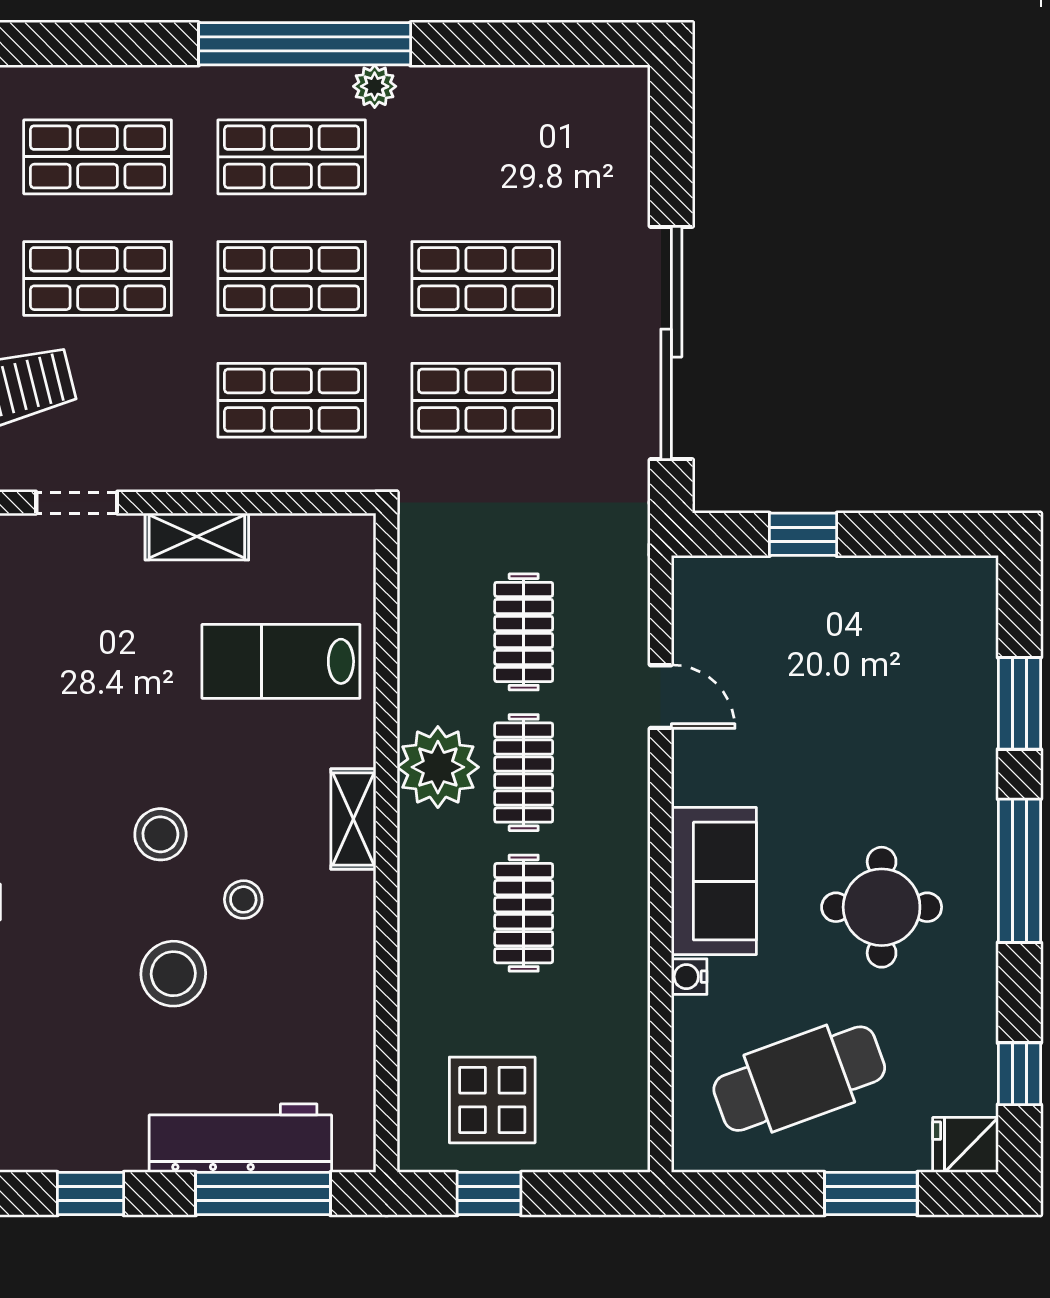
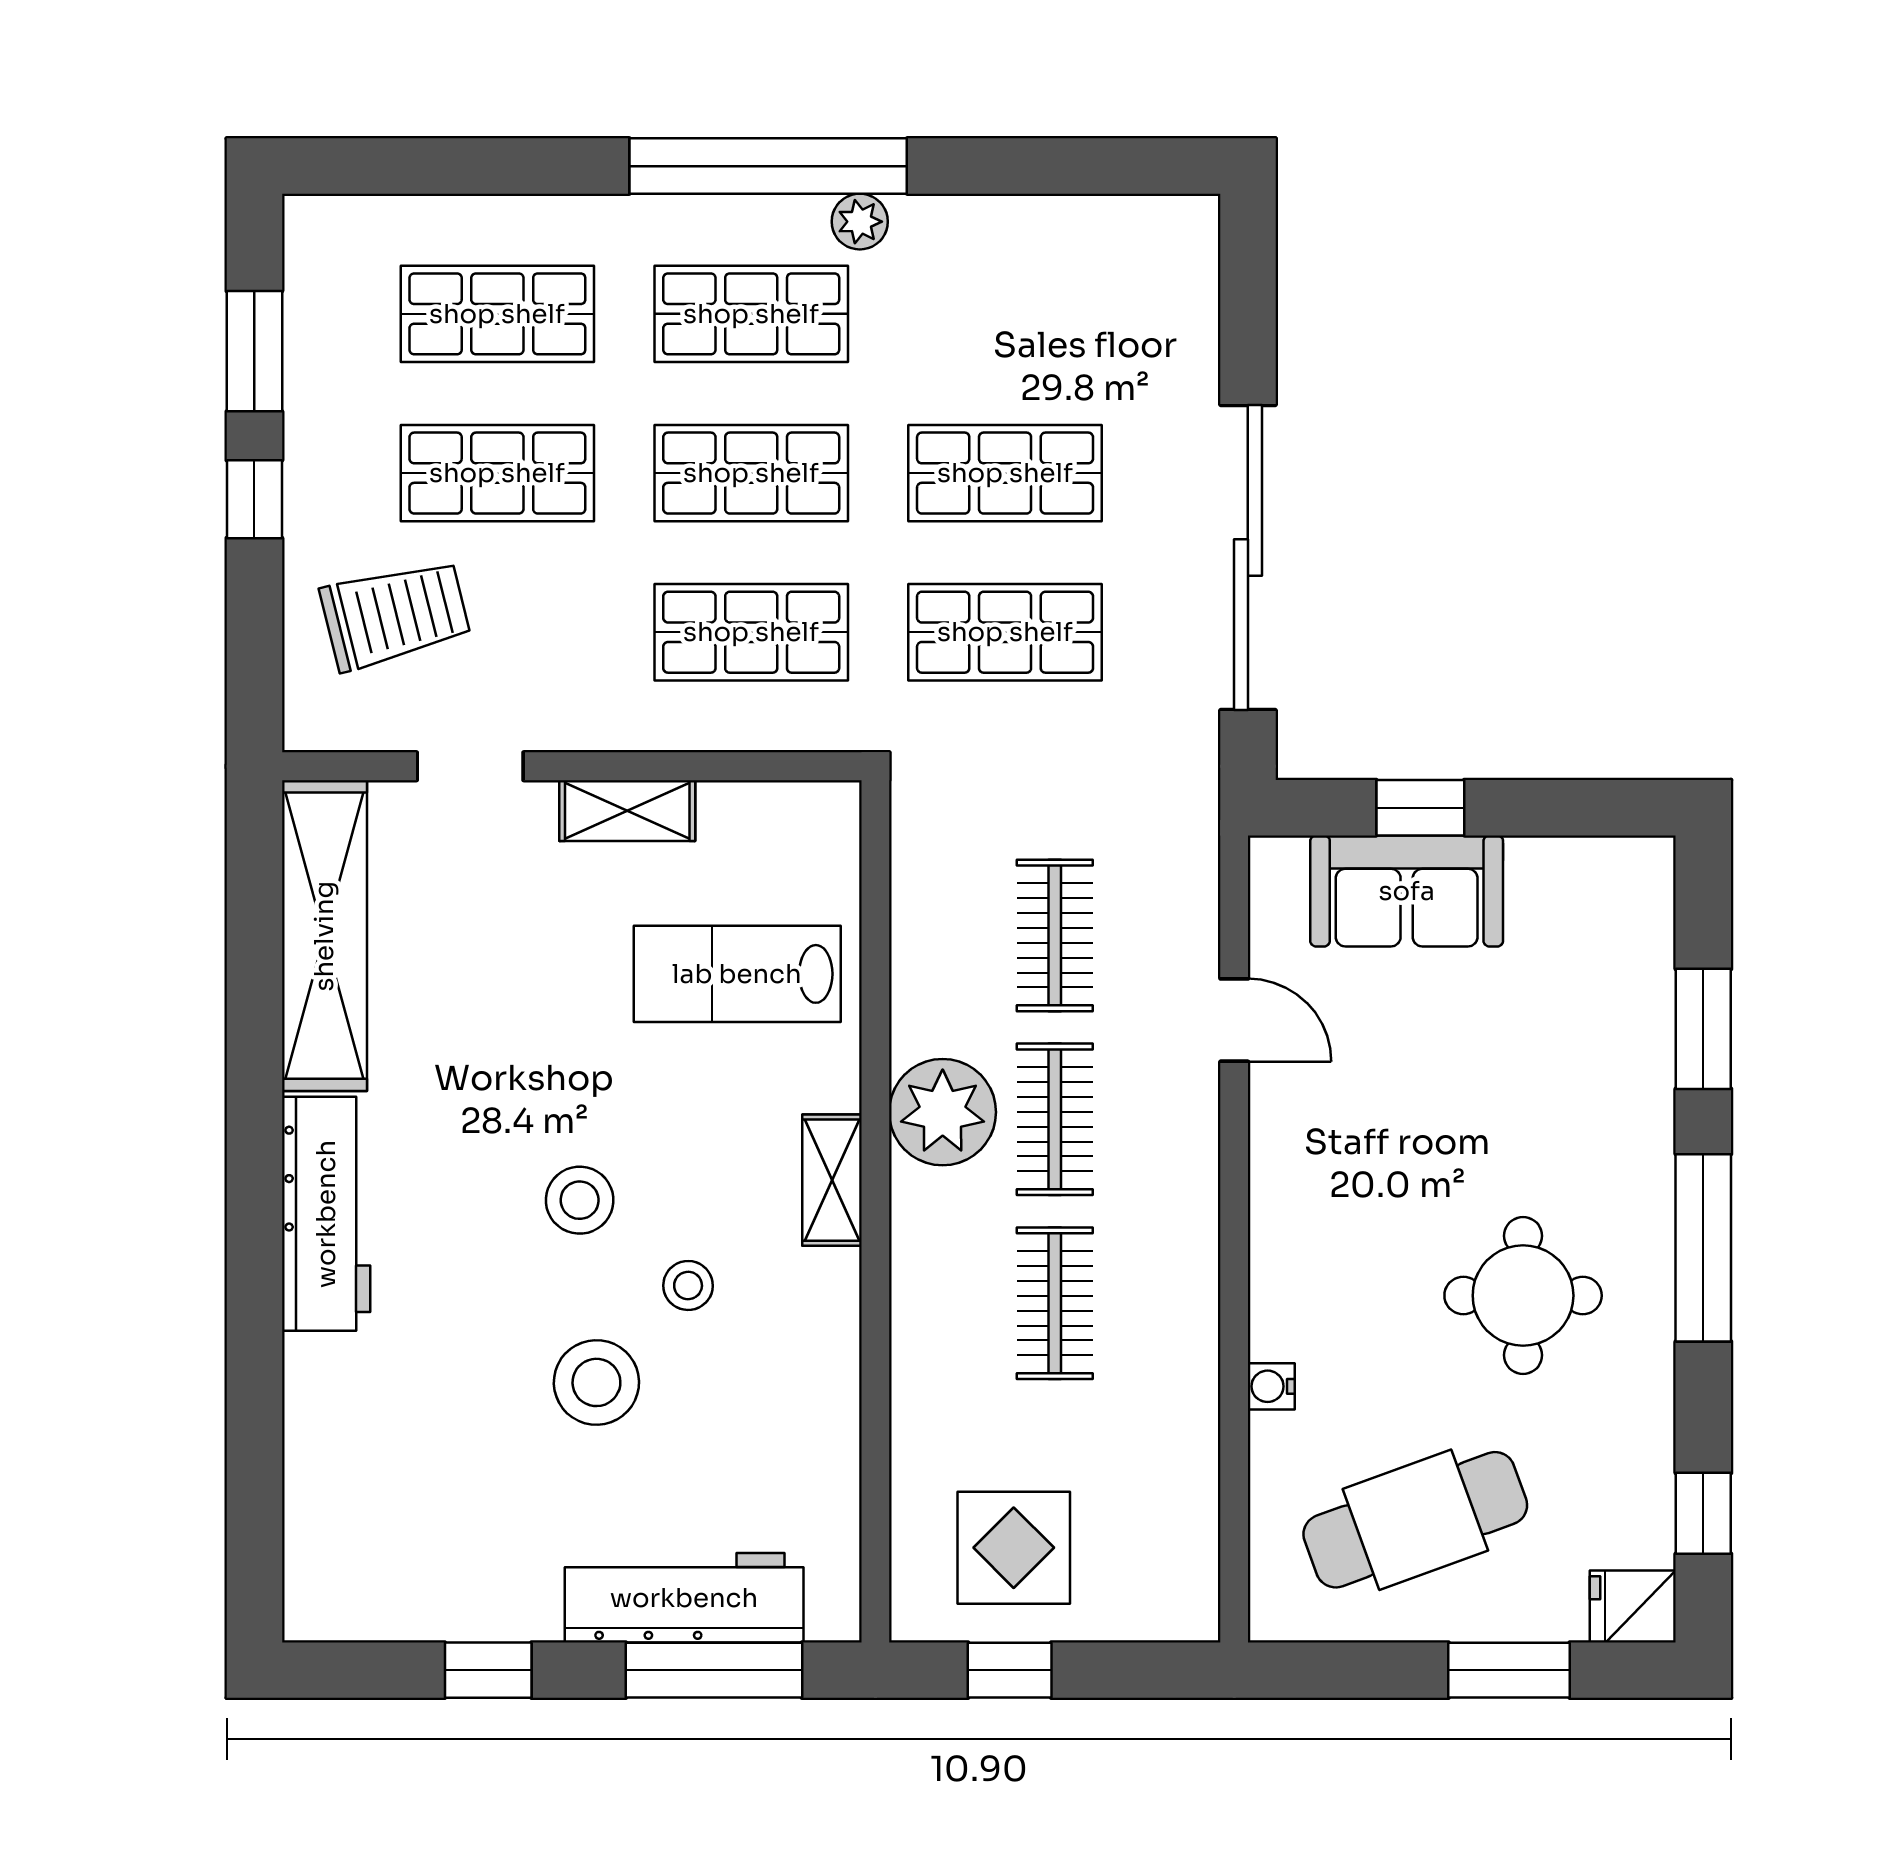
sofa: (714, 881) -> (1407, 891), moved, turned 90

